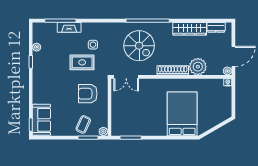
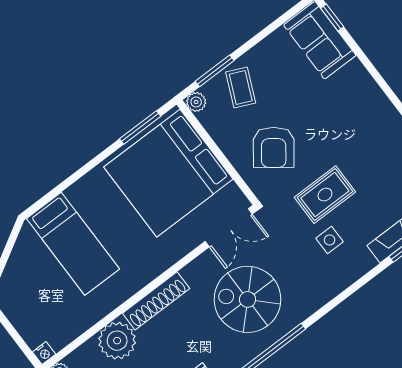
double door: (126, 77) -> (229, 228), swing flipped
armchair: (88, 94) -> (274, 147), turned 127
bed: (133, 113) -> (168, 173), added
bed: (182, 114) -> (73, 244), width x0.67

